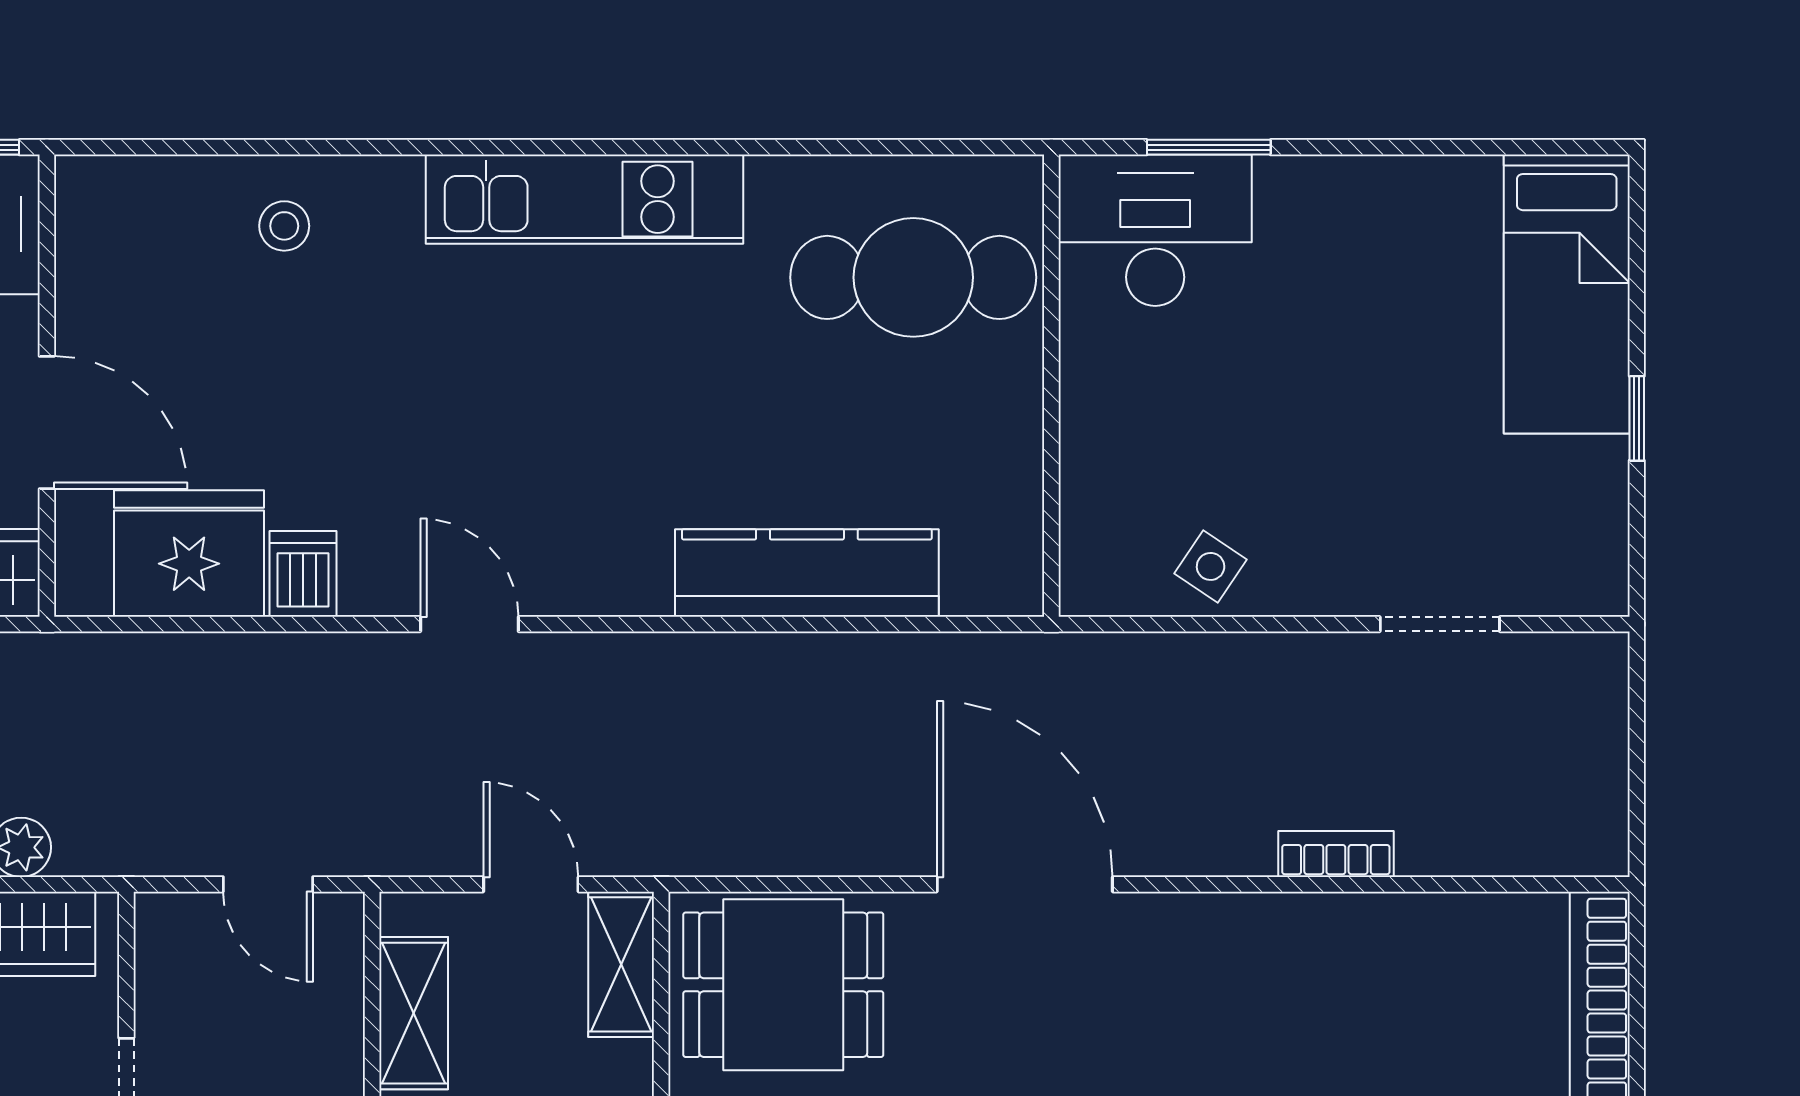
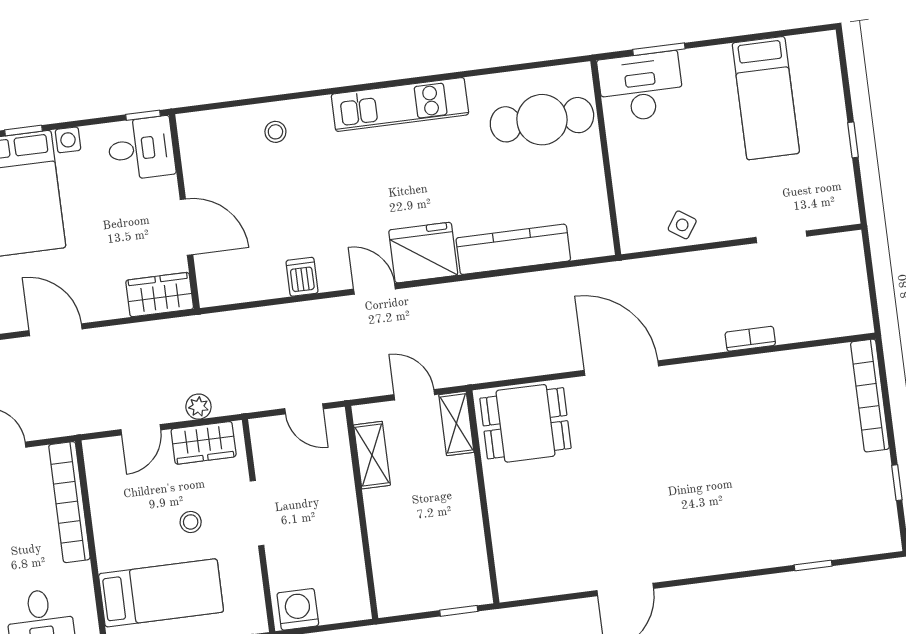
bed: (1567, 294) -> (766, 98), moved
fridge: (189, 554) -> (423, 253), moved

